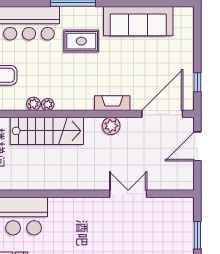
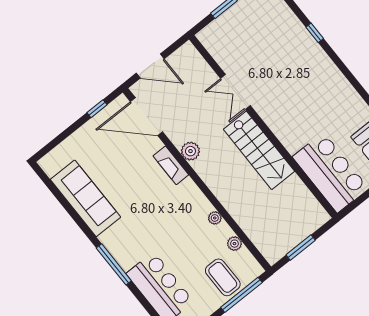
rug: (81, 41) -> (140, 232), removed
plant: (33, 104) -> (234, 244), moved
stairs: (47, 131) -> (259, 150), moved, turned 180

